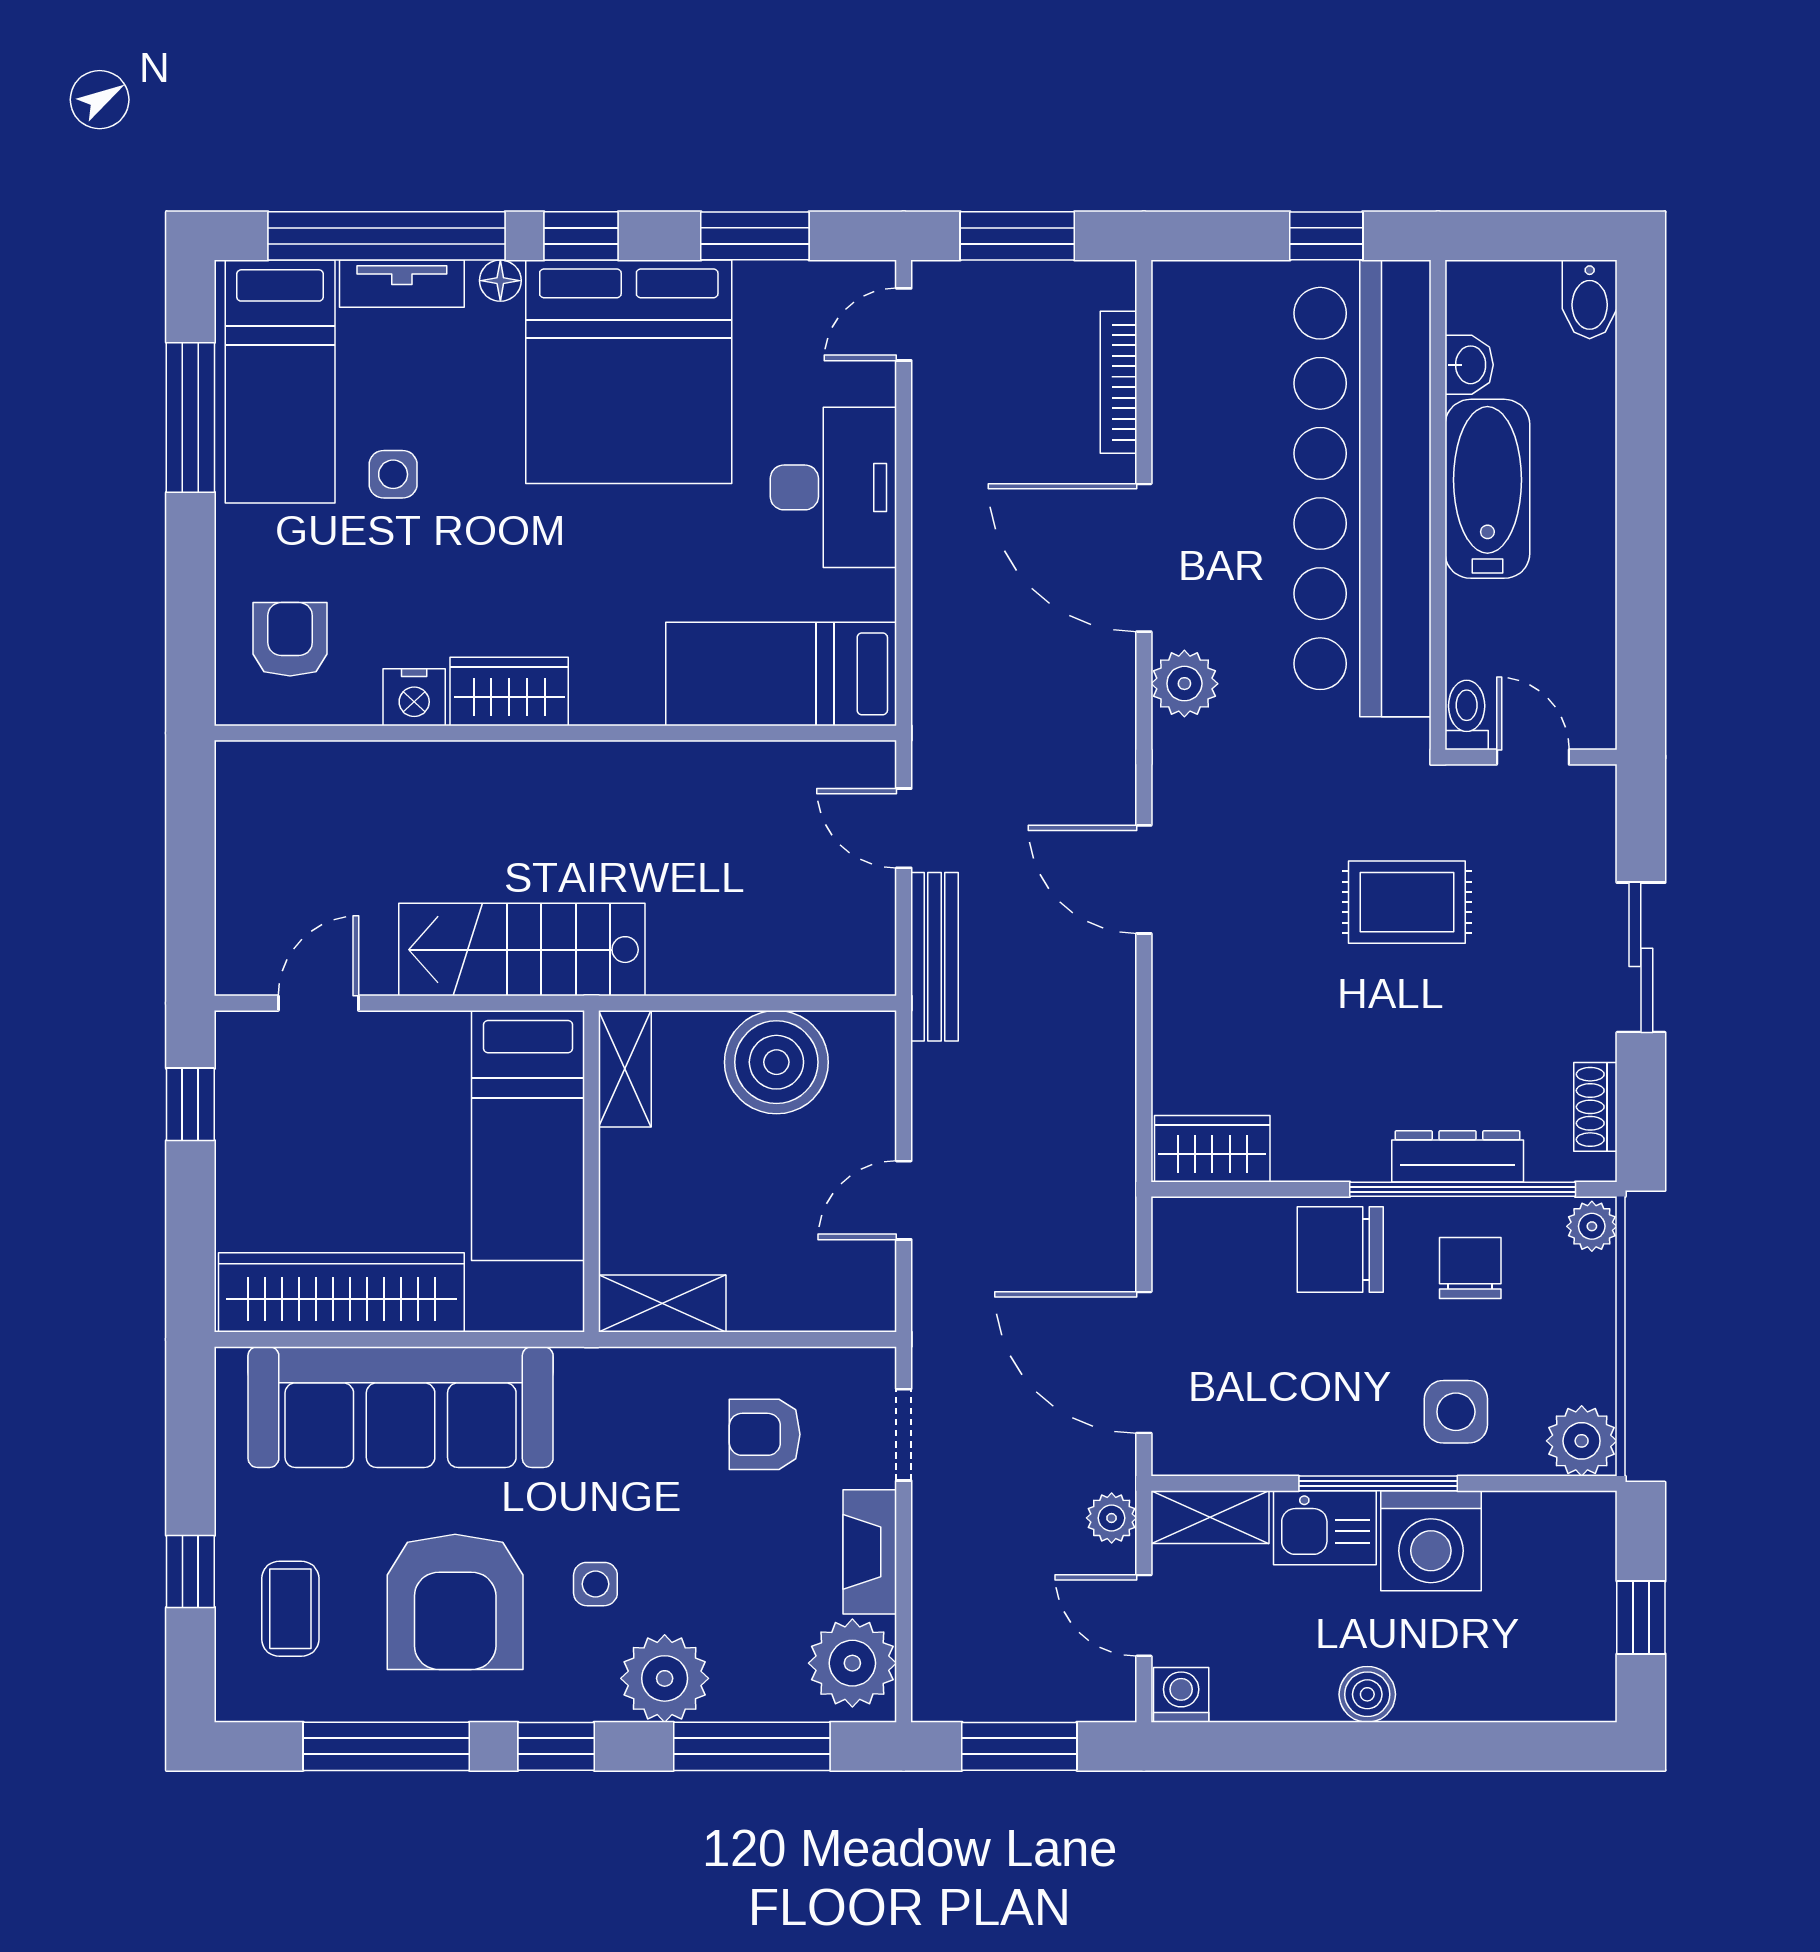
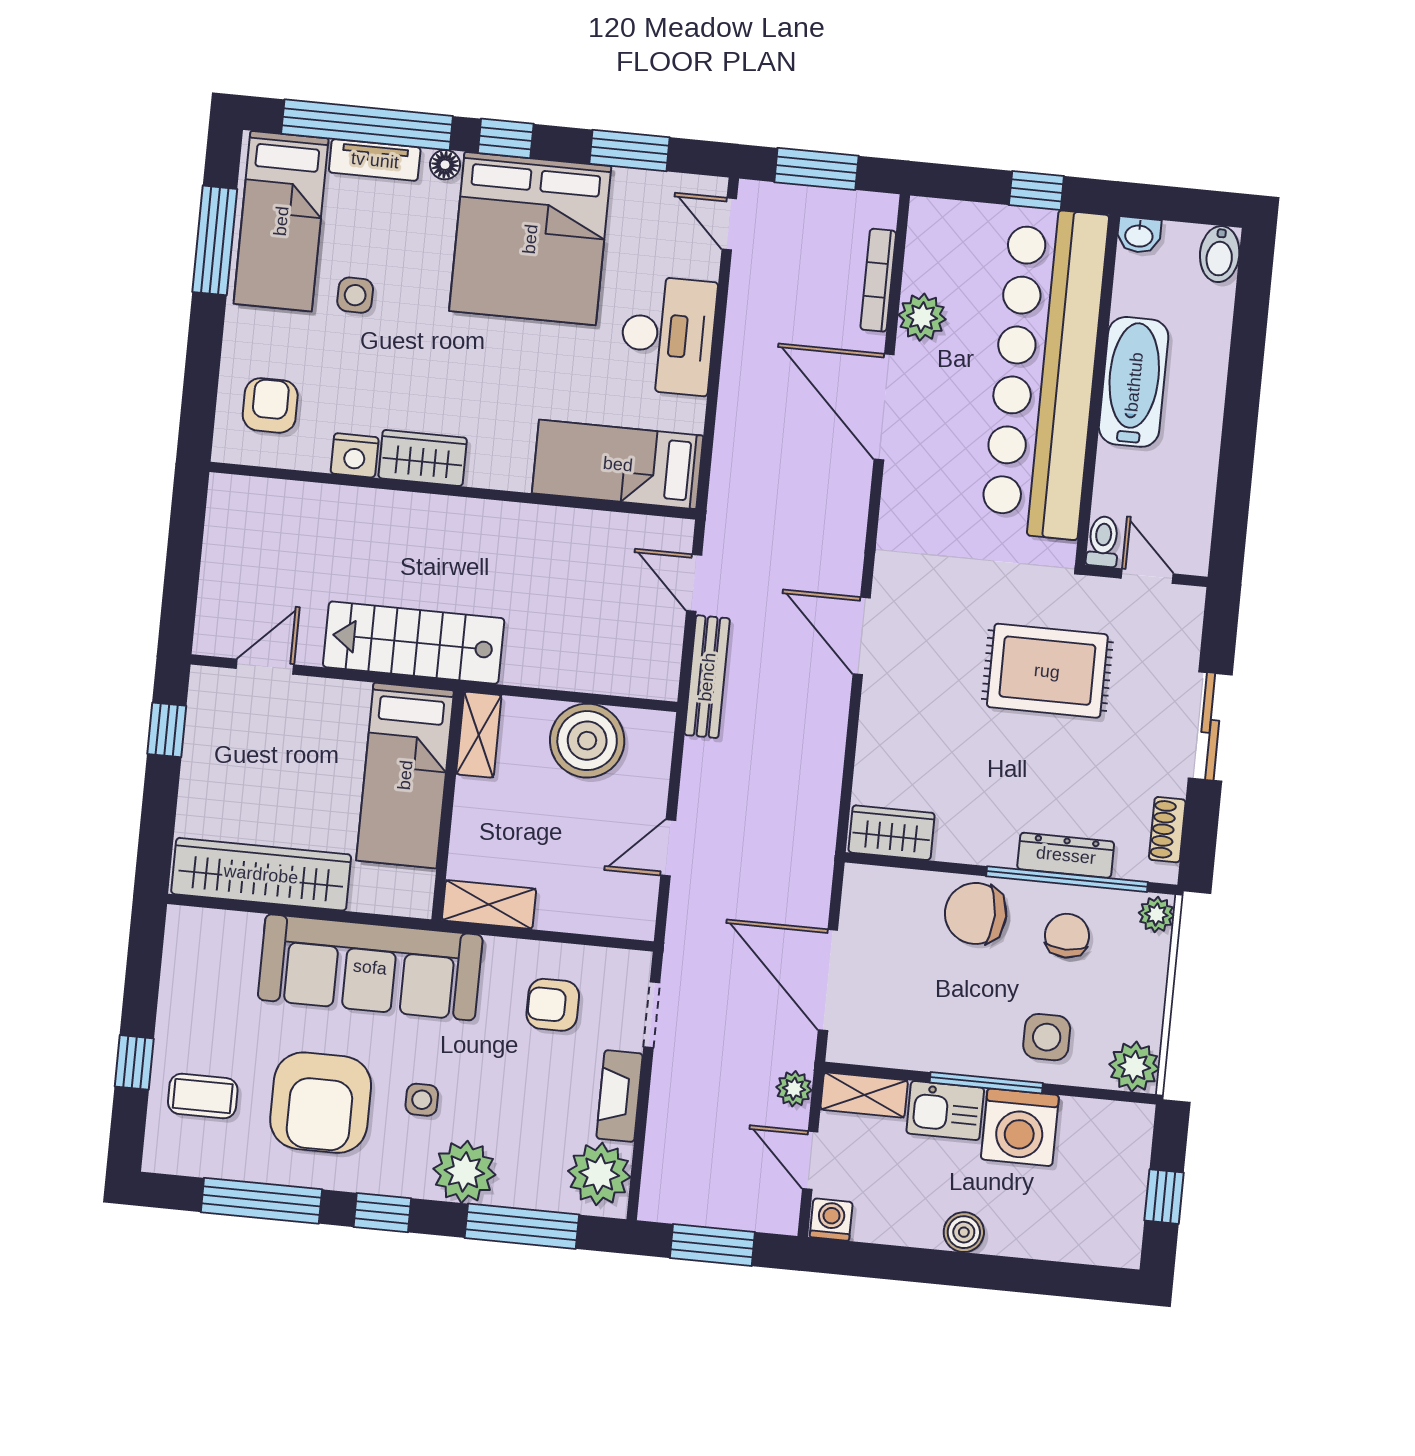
door: (904, 324) -> (729, 224), hinge flipped
washbasin: (1469, 365) -> (1139, 235), moved, turned 90
plant: (1184, 684) -> (922, 317), moved
rug: (1407, 902) -> (1047, 671), width x1.36, depth x1.43
sofa: (401, 1407) -> (370, 967), moved
coffee table: (290, 1609) -> (203, 1096), turned 90

